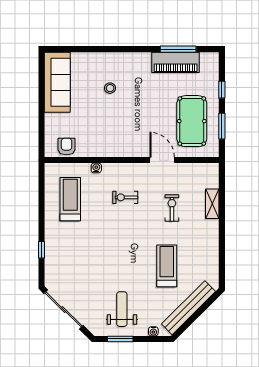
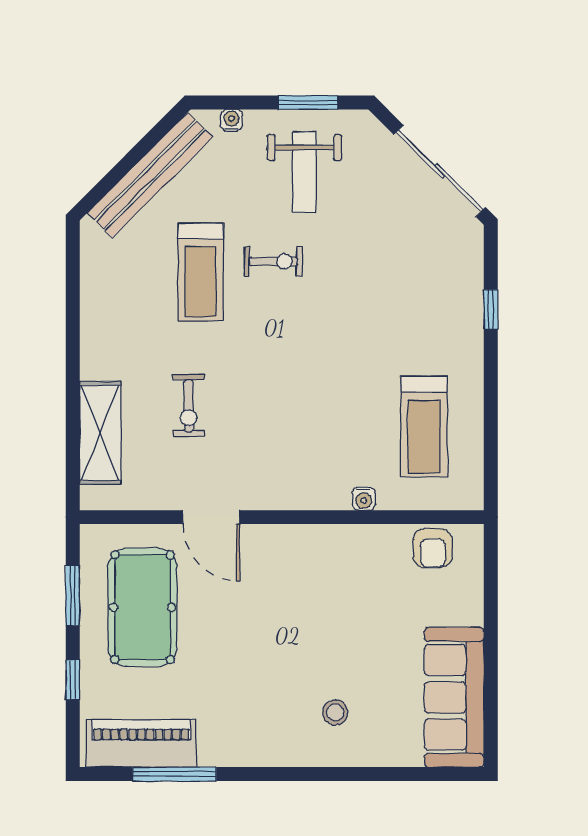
piano: (176, 62) -> (141, 743), moved
stool: (110, 88) -> (335, 713), moved
exercise bike: (125, 197) -> (273, 261), moved
shelving: (212, 204) -> (100, 433), width x1.50, depth x1.33

